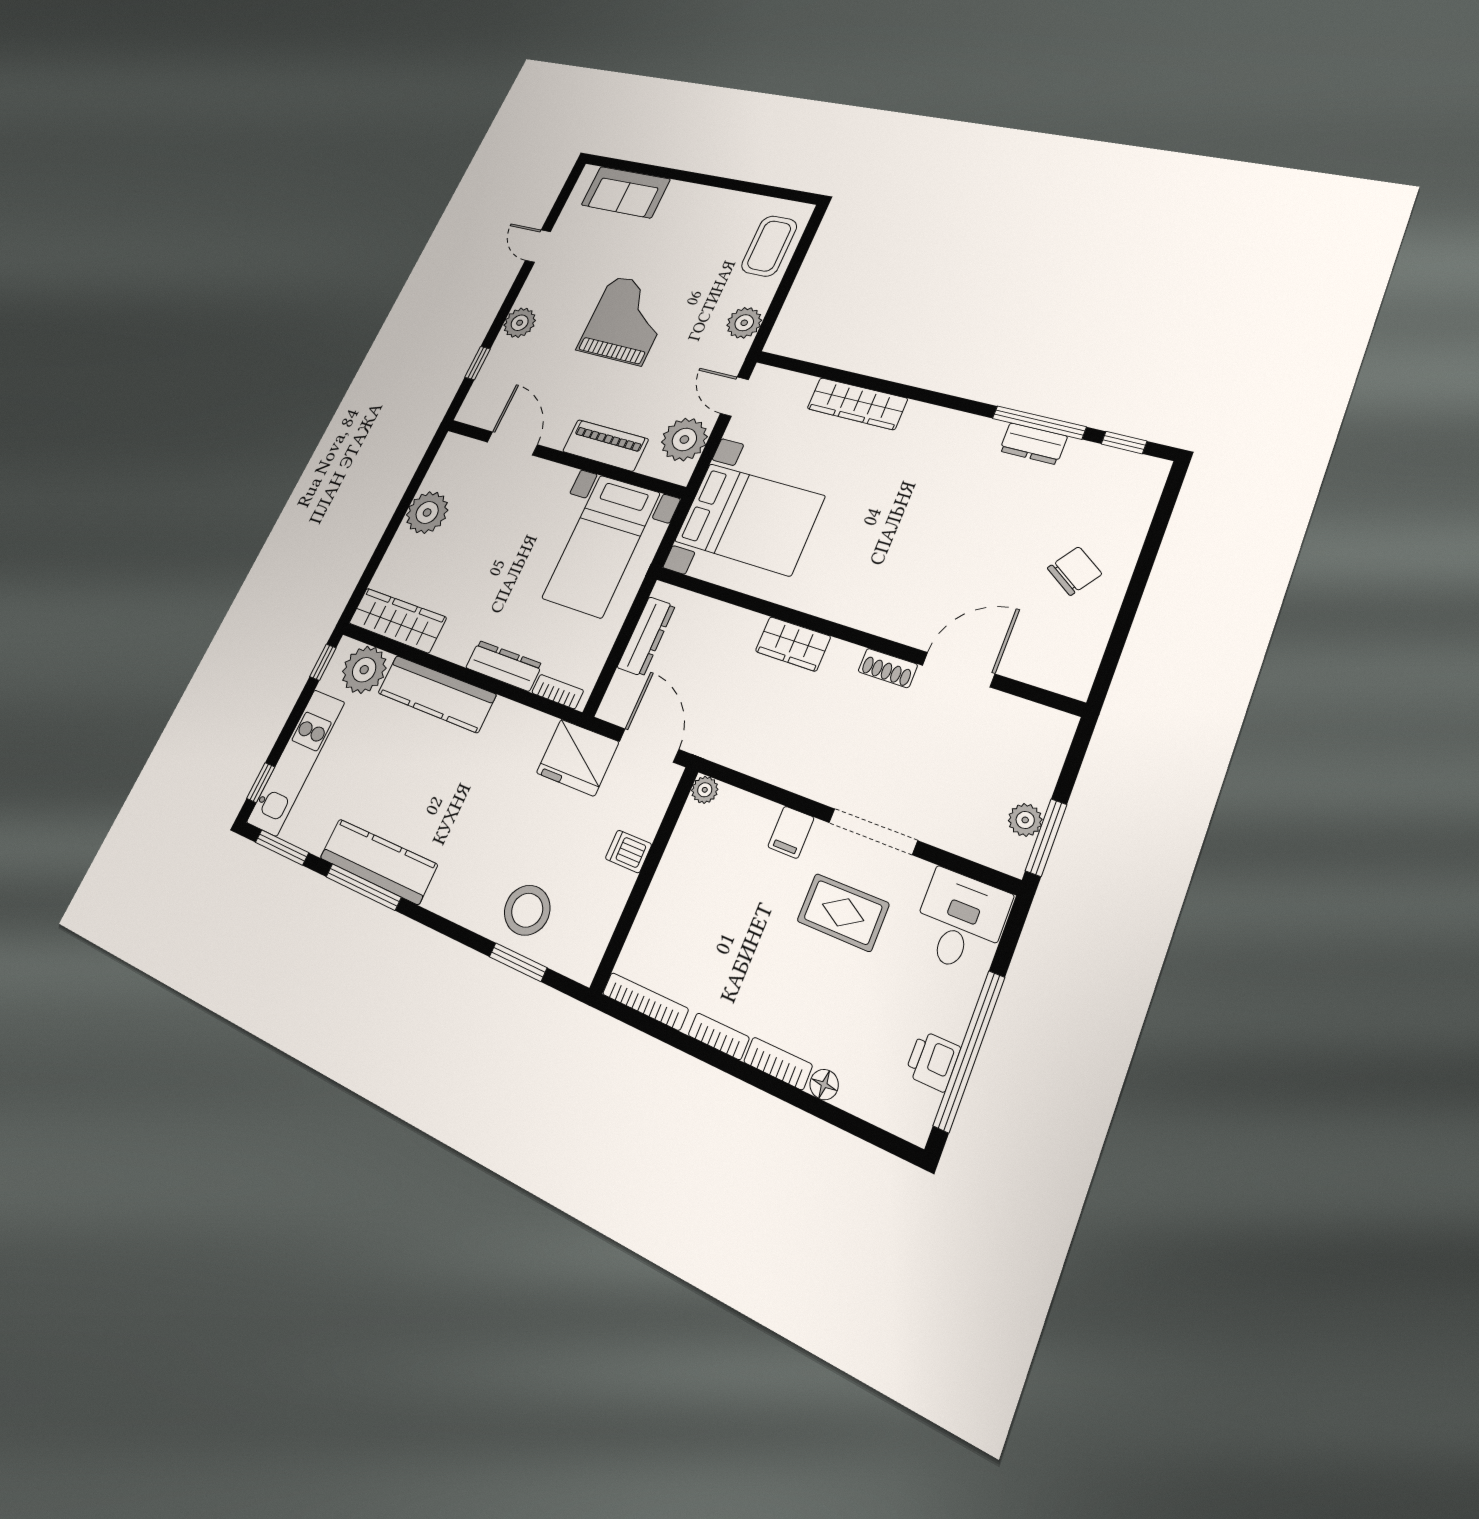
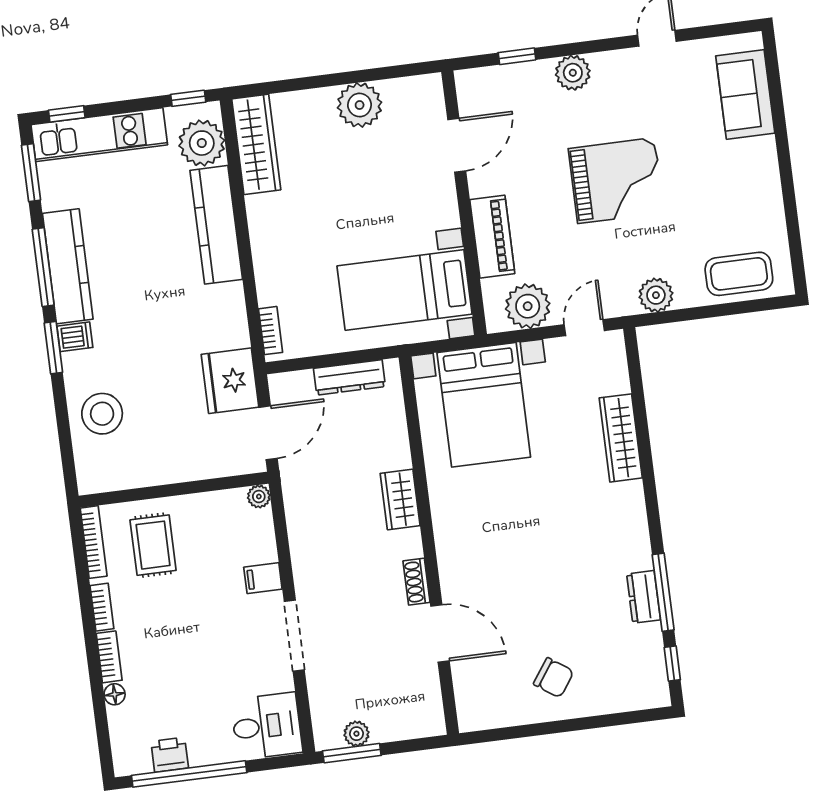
dresser: (504, 666) -> (267, 270), removed
dishwasher: (628, 851) -> (75, 337), moved, turned 90
rug: (843, 912) -> (153, 545), moved
window: (518, 962) -> (53, 348), moved

